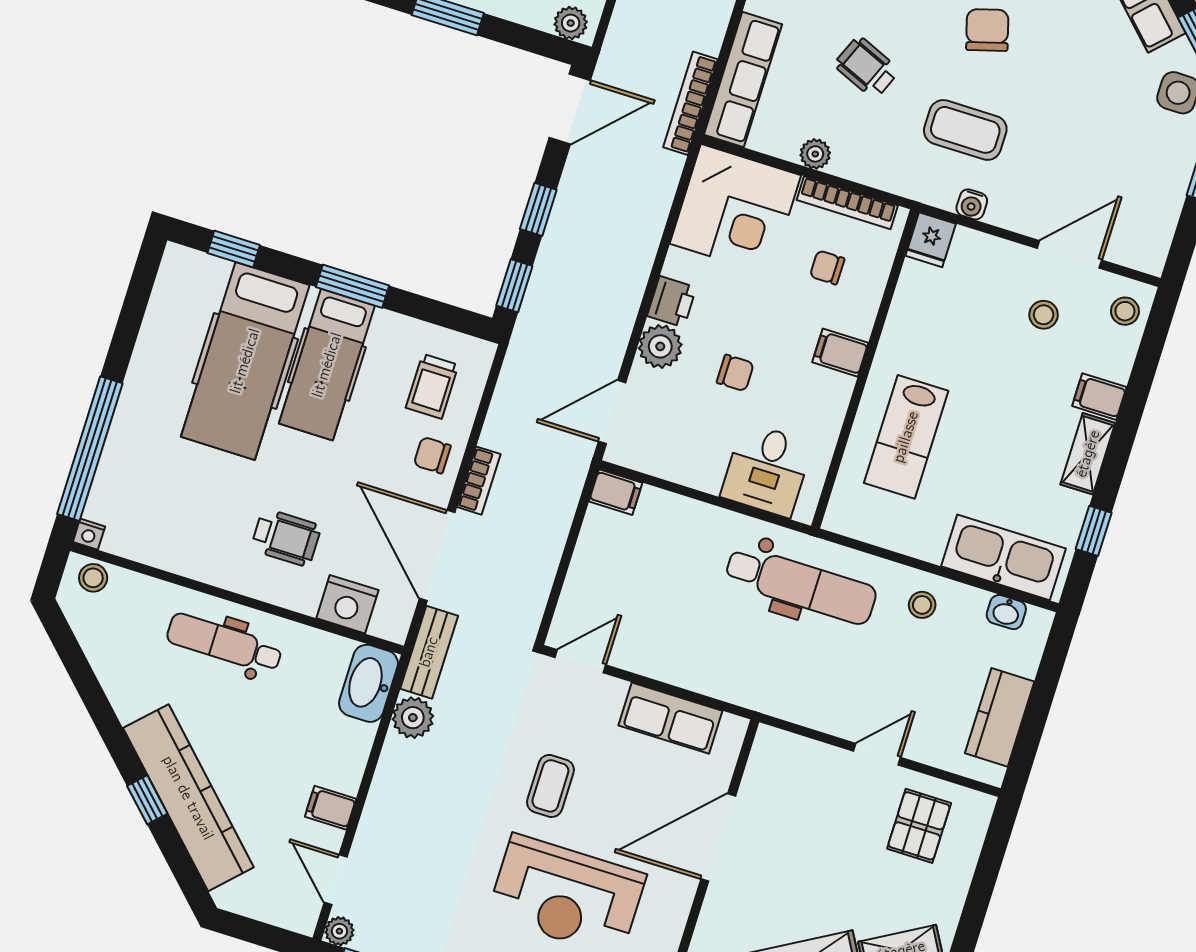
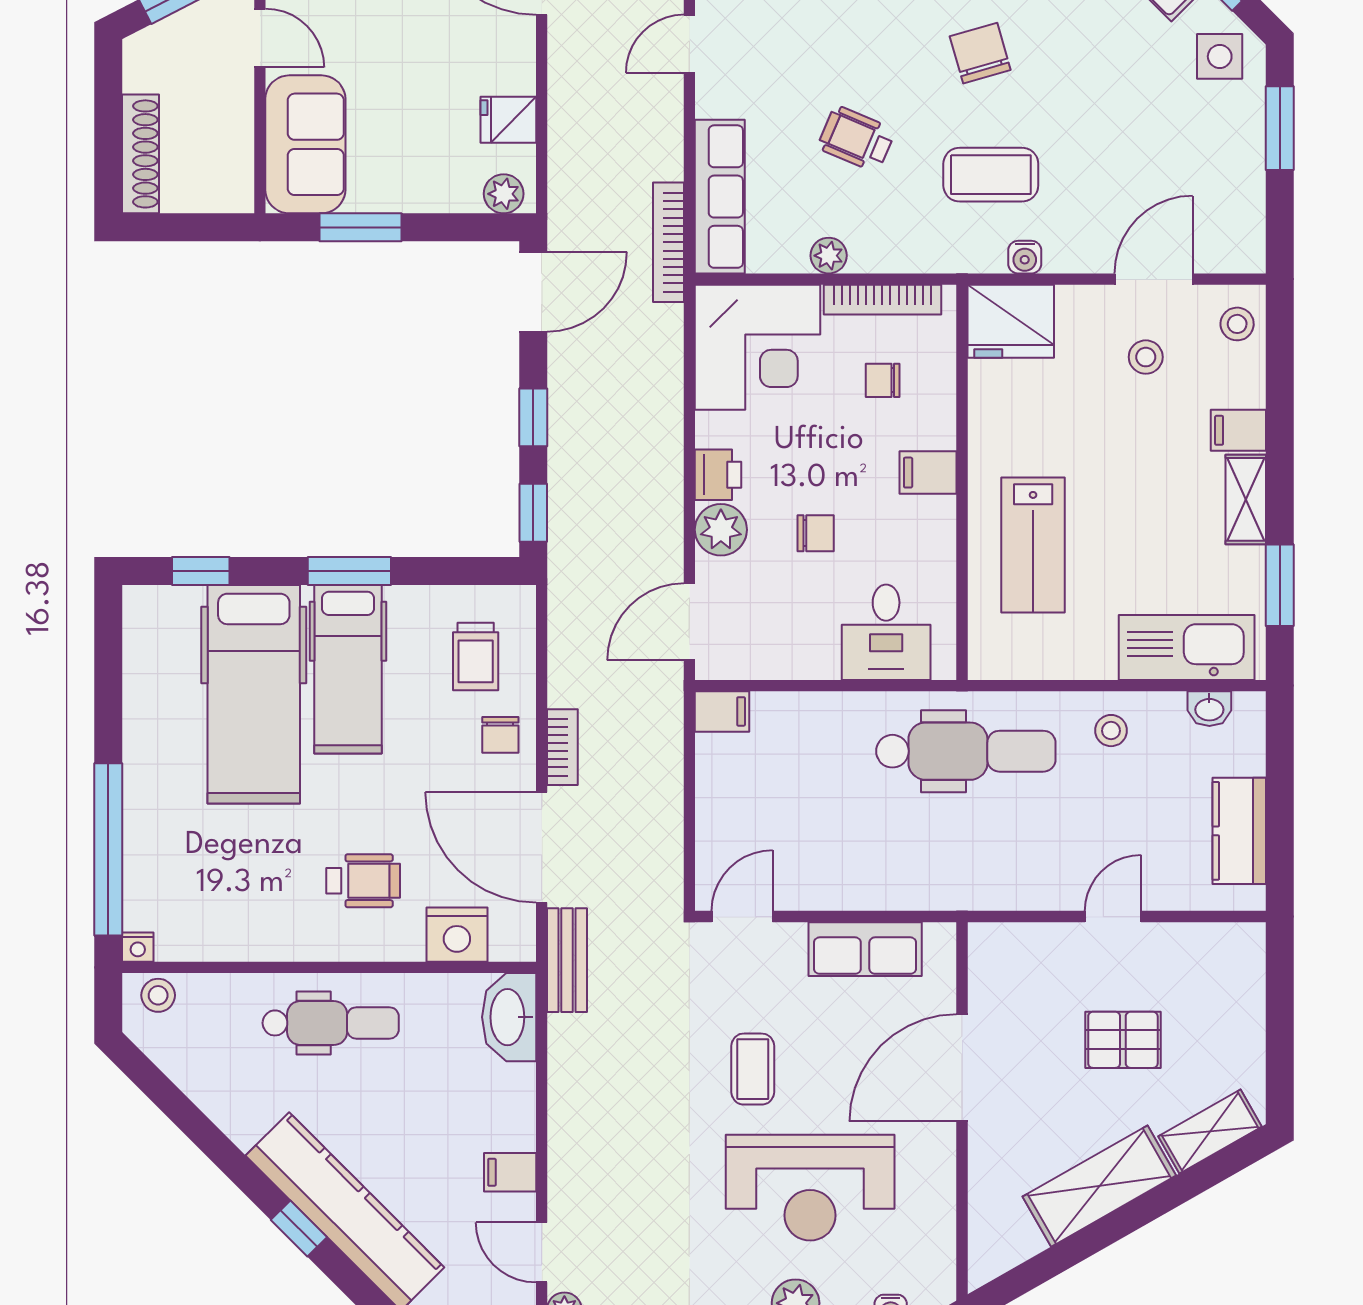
fridge: (931, 240) -> (1011, 321), width x1.88, depth x1.34
chair: (432, 455) -> (500, 735), turned -90
window: (1094, 531) -> (1280, 585), width x1.50
dental chair: (224, 643) -> (331, 1023), turned 180
plant: (413, 718) -> (572, 1040), removed
pallet: (919, 826) -> (1123, 1040), moved, turned 90

